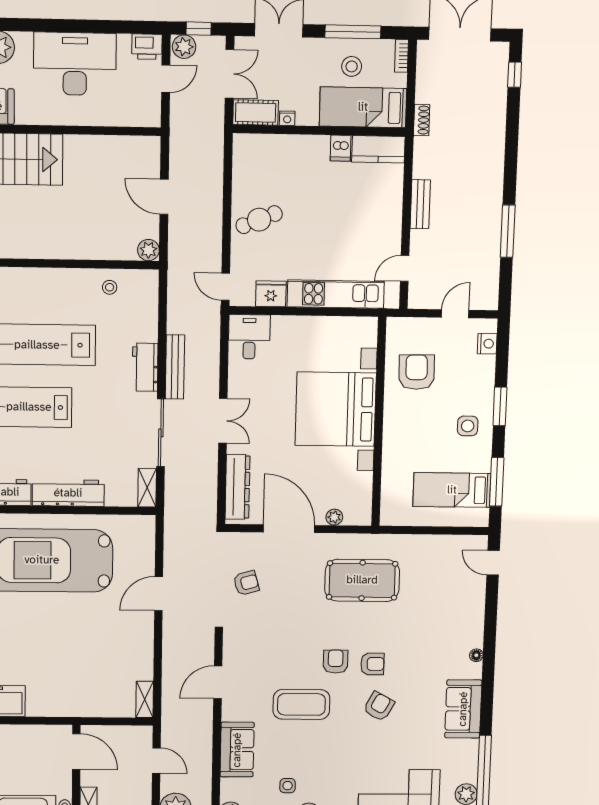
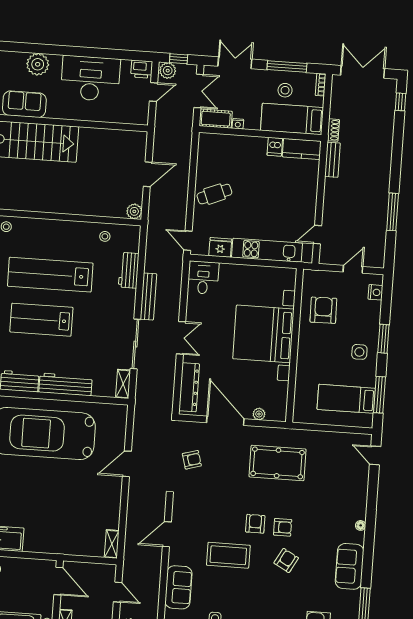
door: (164, 197) -> (148, 174), swing flipped
bench: (420, 204) -> (332, 160), moved
workbench: (145, 367) -> (129, 270), moved

